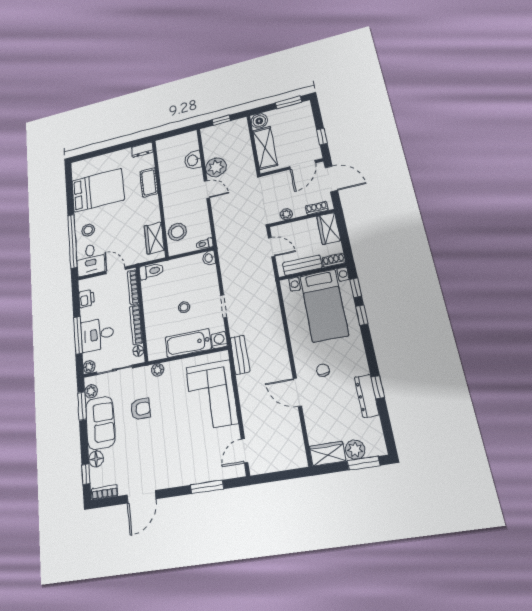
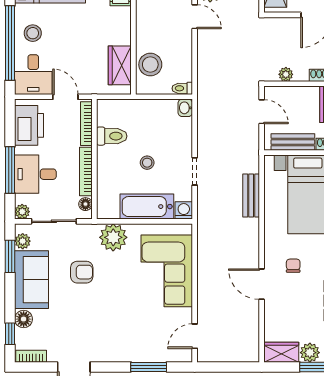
toilet: (151, 271) -> (112, 136), moved
printer: (87, 299) -> (29, 125), width x1.87, depth x1.48
bench: (240, 355) -> (251, 196), moved
plant: (158, 370) -> (113, 237), width x1.88, depth x1.88

